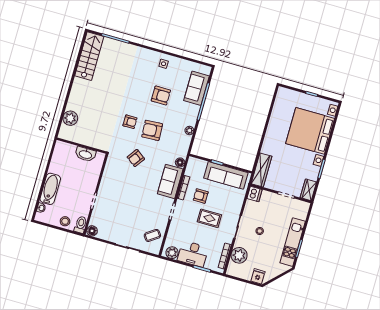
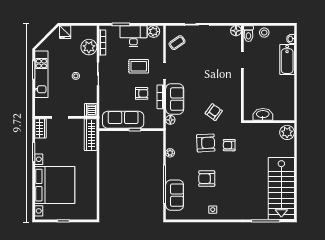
stairs: (89, 56) -> (281, 189), width x1.36, depth x1.51
wall: (82, 146) -> (269, 122), moved
washbasin: (85, 154) -> (263, 114), moved
rug: (209, 218) -> (139, 66), moved

